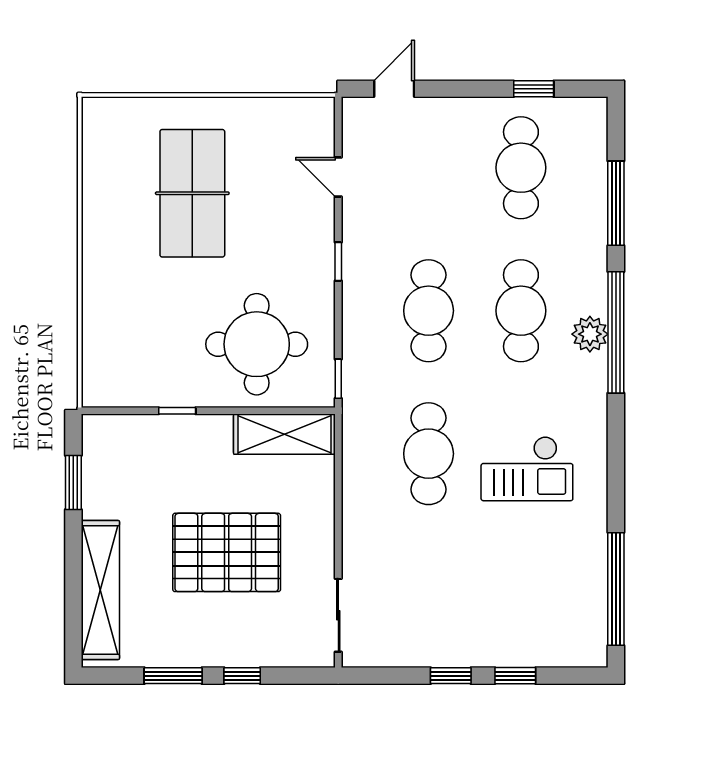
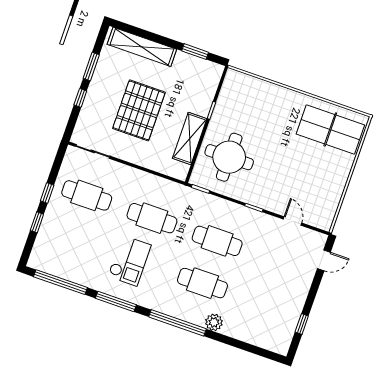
door: (394, 89) -> (324, 260), hinge flipped
cafe table: (521, 168) -> (87, 195), moved
door: (338, 177) -> (292, 221), hinge flipped
table tennis table: (192, 193) -> (330, 129), moved
window: (616, 203) -> (116, 301), moved
plant: (590, 334) -> (214, 322), moved
shelving: (284, 434) -> (190, 138), moved
checkout: (527, 469) -> (129, 261), turned 180

